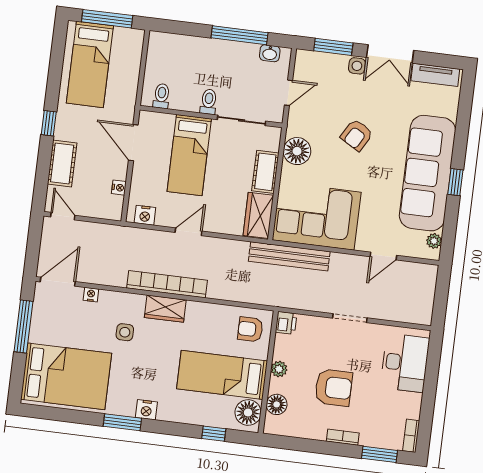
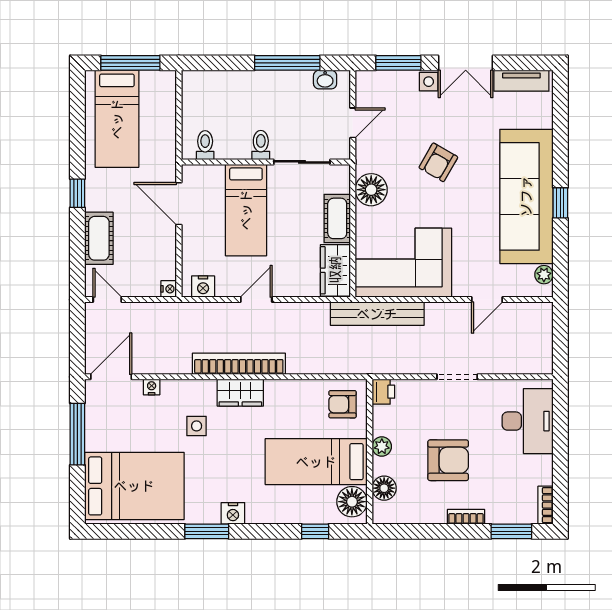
nightstand: (119, 188) -> (169, 289), moved

